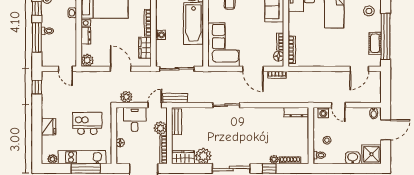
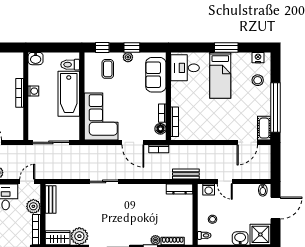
washing machine: (161, 35) -> (33, 91), moved
cot: (375, 43) -> (264, 128), moved
wardrobe: (145, 48) -> (17, 120), removed
bench: (175, 98) -> (186, 174), moved

